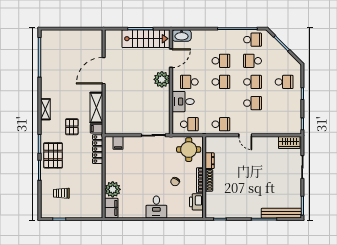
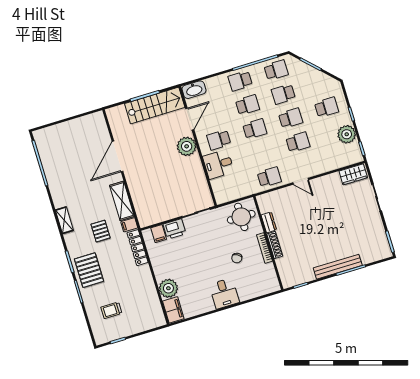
plant: (294, 109) -> (347, 134), added
school desk: (189, 124) -> (240, 81), moved, turned 180
printer: (196, 202) -> (175, 229), moved, turned -90
bench: (281, 213) -> (338, 267), moved

